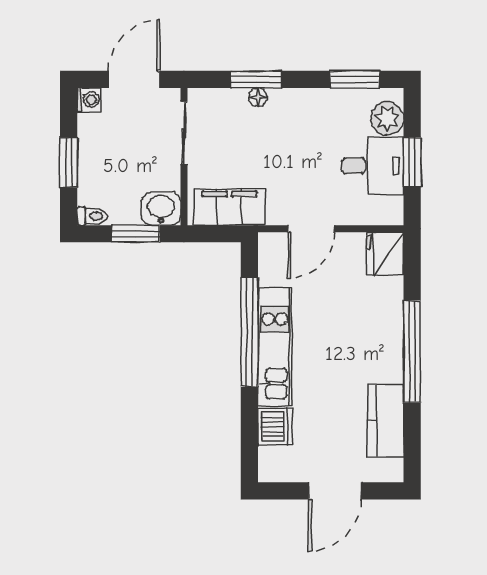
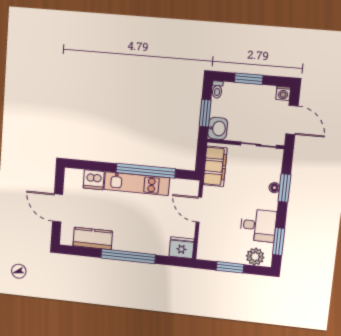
desk: (373, 166) -> (258, 225), moved, turned -90

